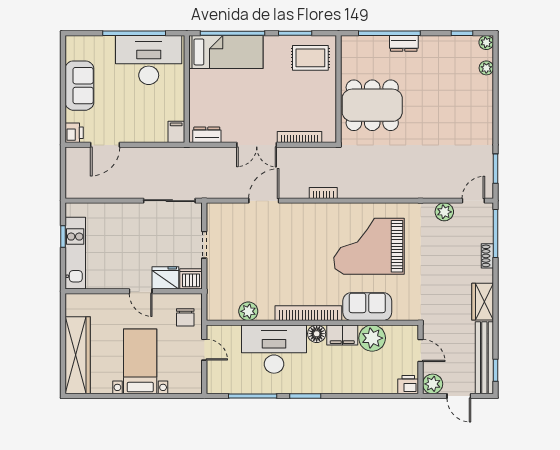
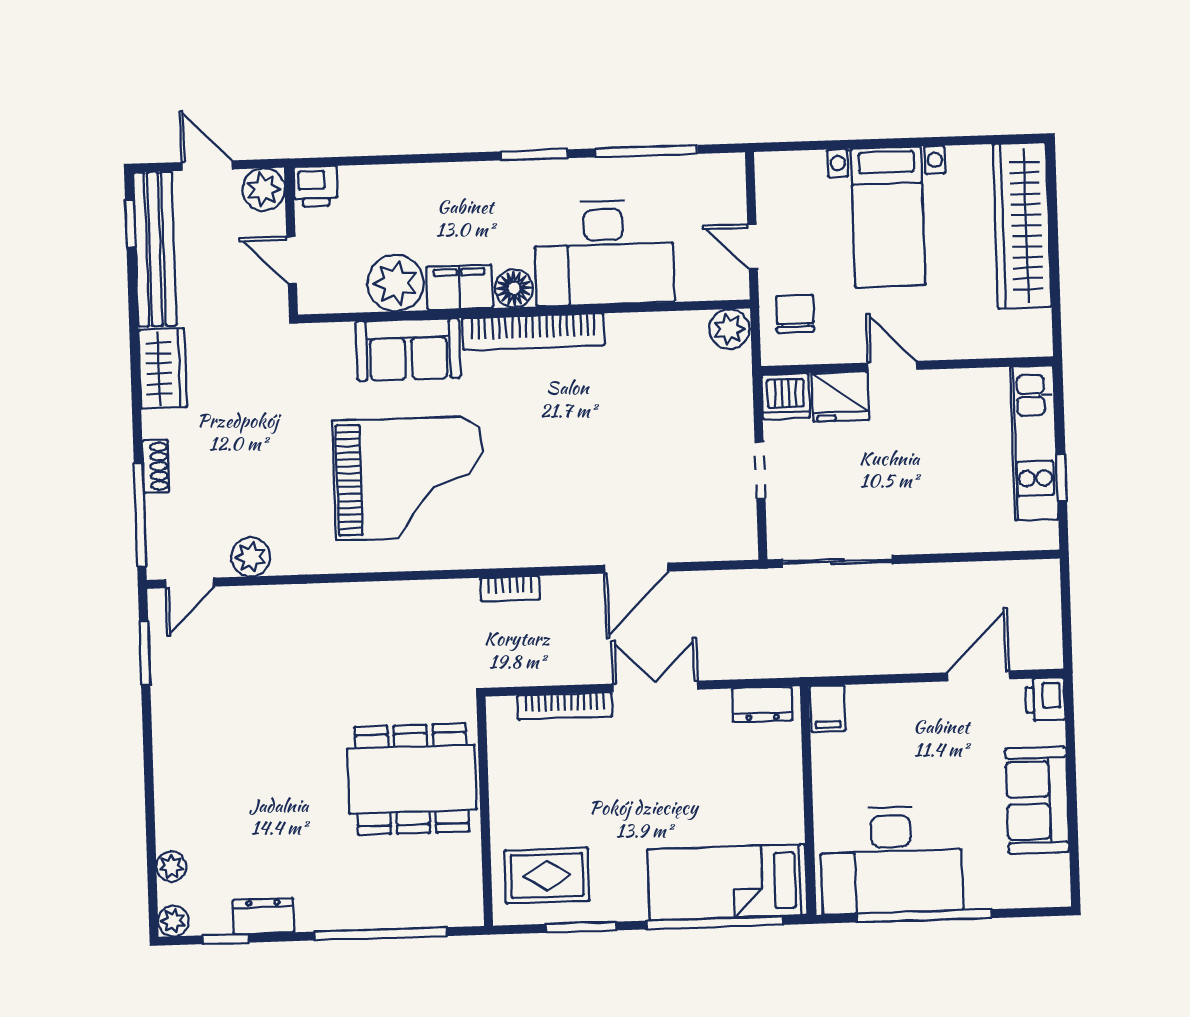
dresser: (404, 43) -> (263, 916), moved
plant: (248, 311) -> (729, 329), moved

